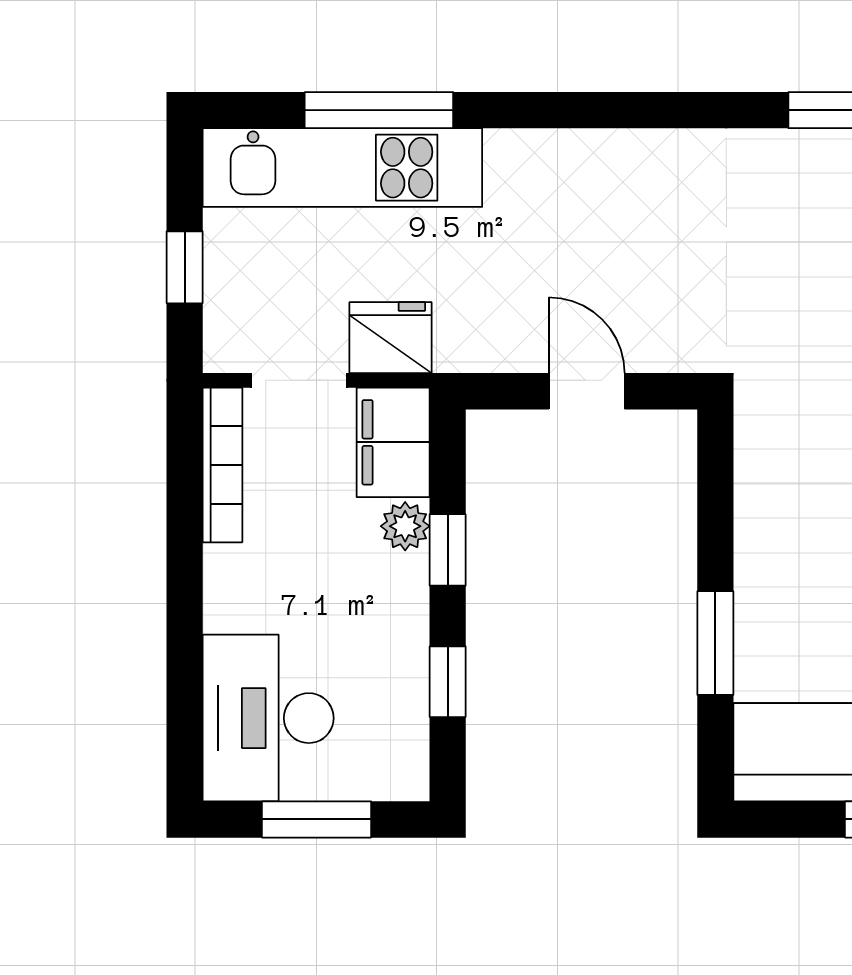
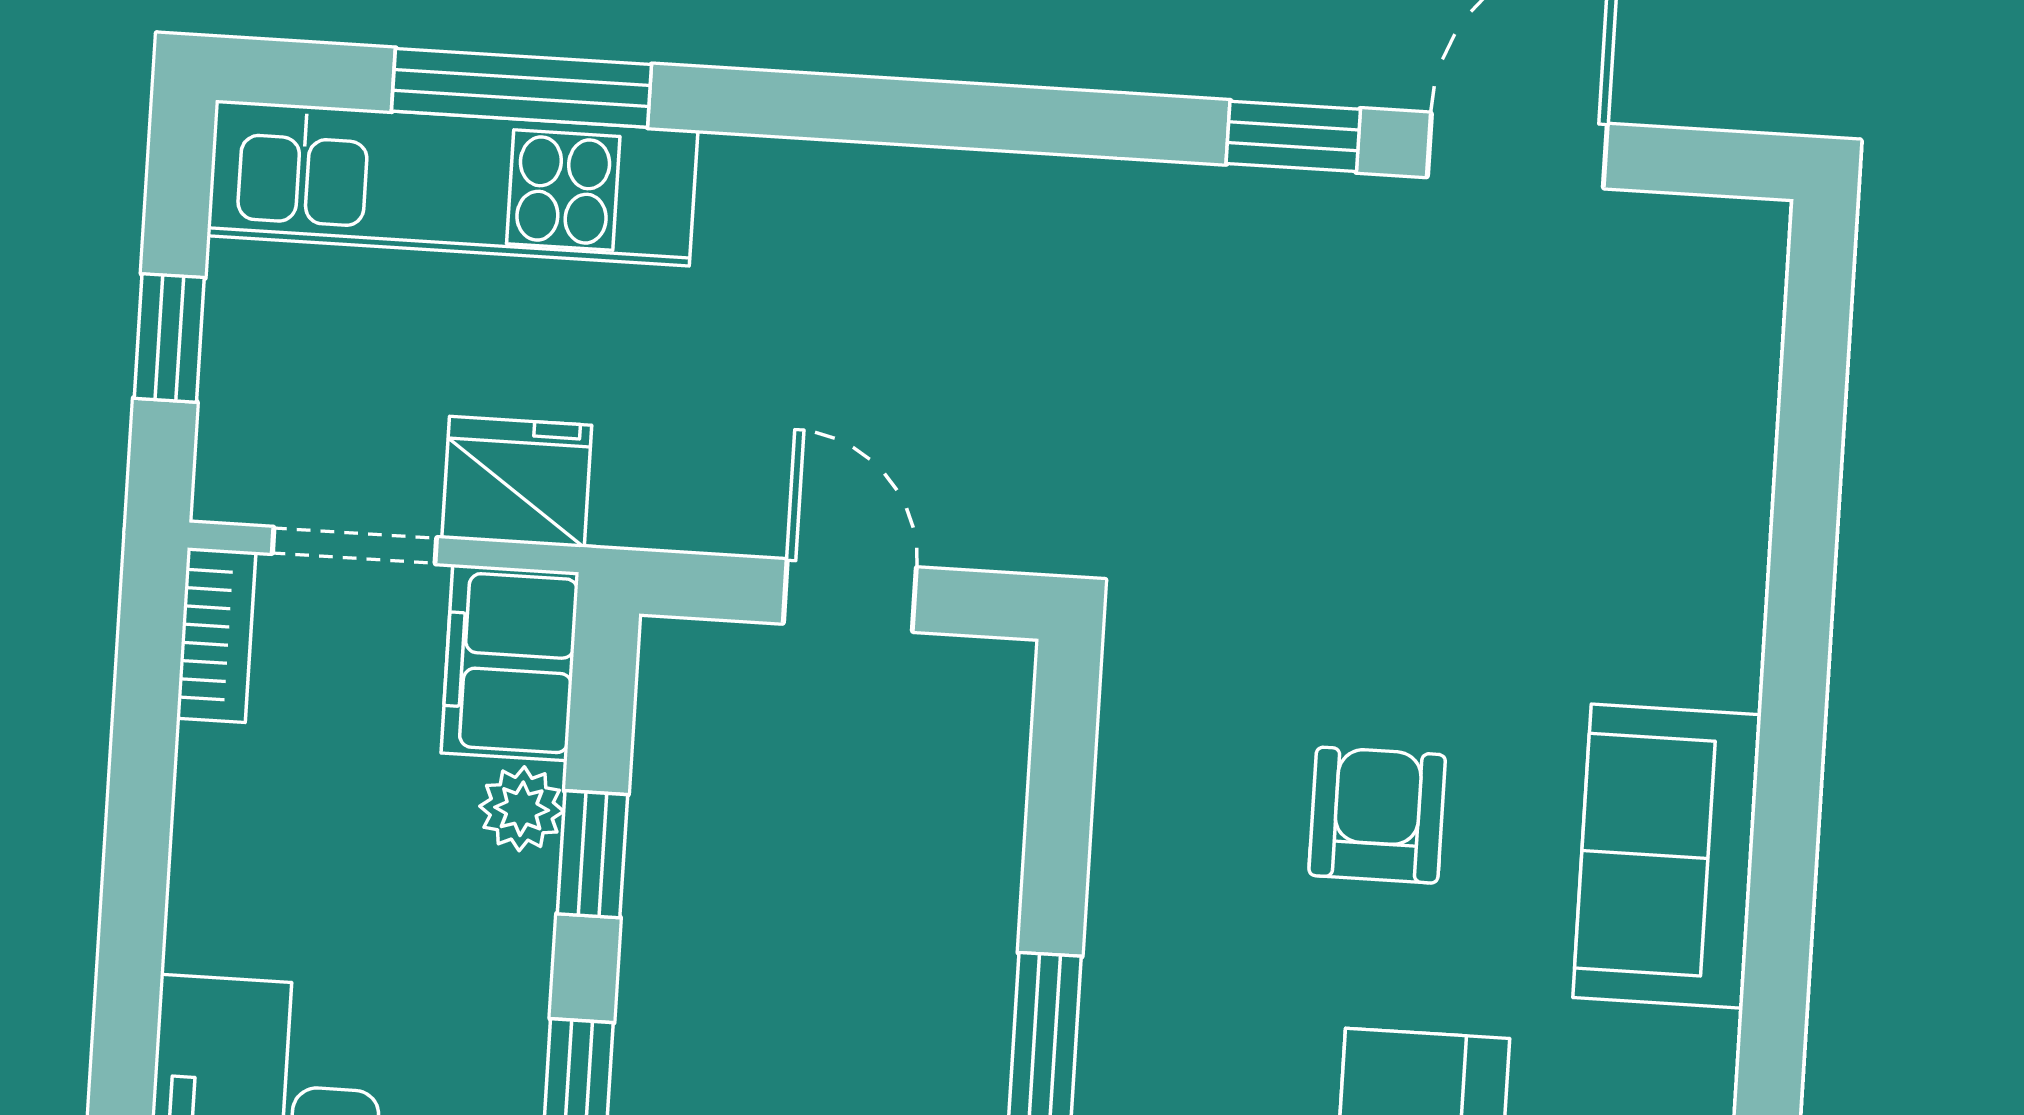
bookcase: (223, 465) -> (216, 635), width x0.64

